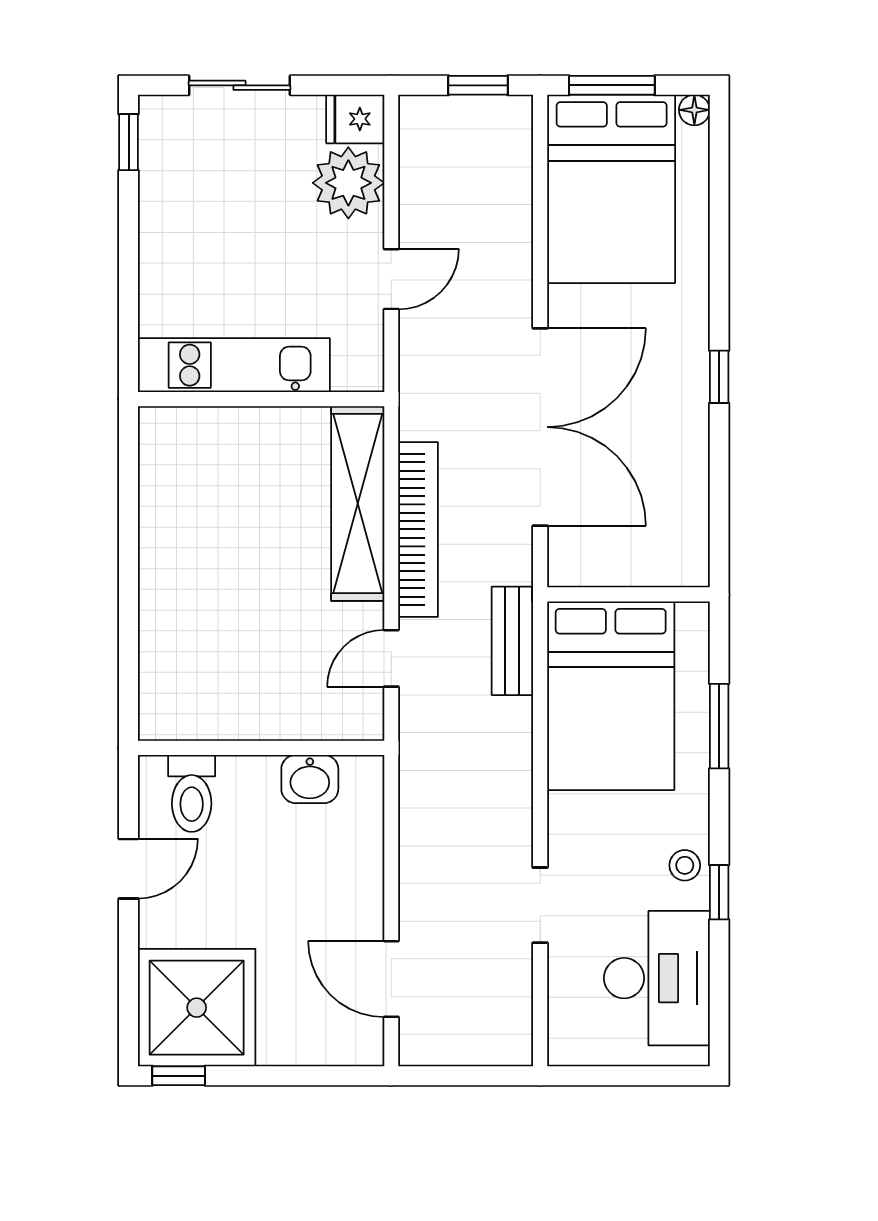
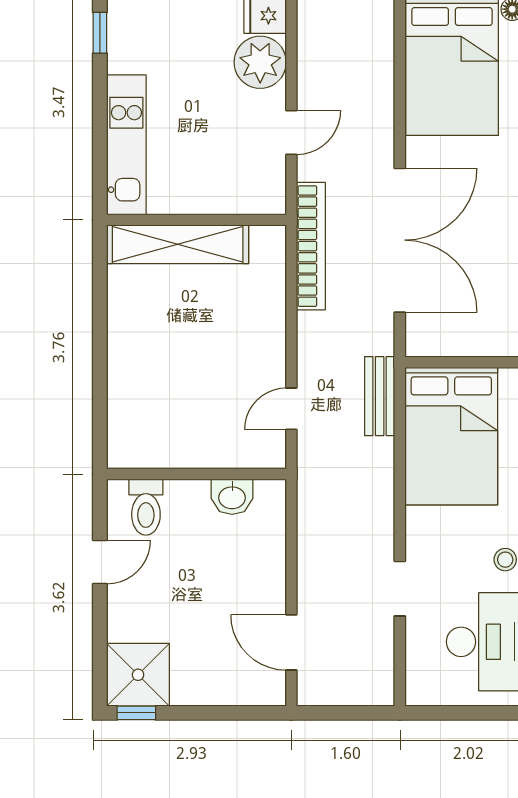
kitchen unit: (234, 365) -> (126, 145), moved, turned 90
shelving: (358, 504) -> (178, 244), moved, turned 90
bookcase: (418, 529) -> (311, 246), moved
shower: (197, 1008) -> (138, 675), width x0.73, depth x0.73

